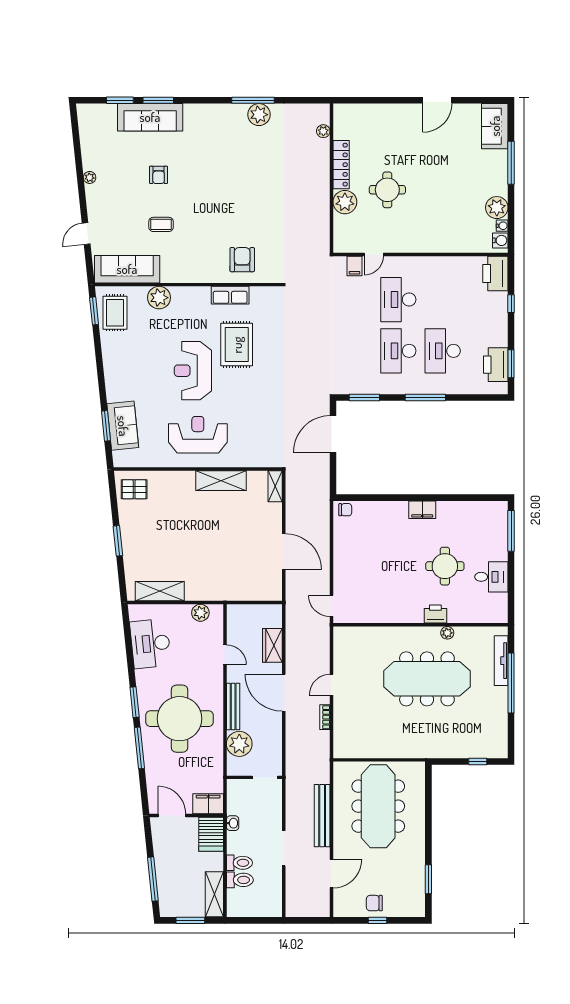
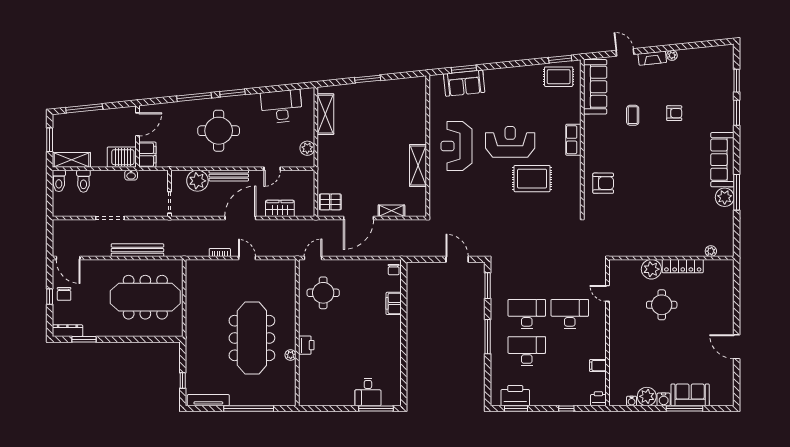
sofa: (150, 117) -> (722, 160), moved
sofa: (495, 126) -> (690, 395), moved
armchair: (159, 175) -> (674, 113), turned 180
fireplace: (93, 201) -> (652, 58), added
water cooler: (500, 240) -> (664, 399), moved
filing cabinet: (354, 266) -> (598, 366), moved
printer: (495, 273) -> (598, 399), width x0.53, depth x0.68
row of seats: (230, 295) -> (573, 140), moved
plant: (159, 298) -> (571, 114), removed
door: (333, 434) -> (457, 259), width x0.73
reception desk: (198, 435) -> (456, 146), turned 180
shelving: (275, 486) -> (391, 211), moved
pallet: (134, 489) -> (330, 202), moved, turned 90
filing cabinet: (422, 510) -> (394, 303), moved
round table: (445, 566) -> (323, 293), moved
desk: (491, 577) -> (368, 392), moved
tv unit: (501, 661) -> (208, 400), moved
round table: (180, 719) -> (219, 131), width x0.73, depth x0.73
toilet: (239, 863) -> (59, 181), moved
door: (331, 874) -> (68, 258), moved
dresser: (418, 899) -> (67, 331), added
chair: (374, 903) -> (64, 294), turned 180

